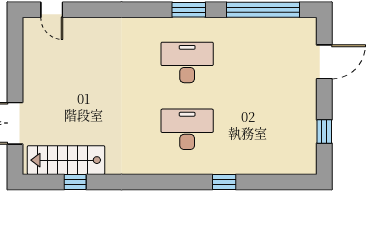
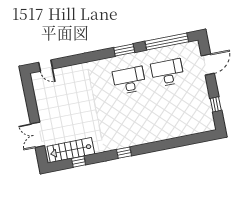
desk: (187, 129) -> (168, 73), moved
window: (224, 182) -> (124, 153), moved

